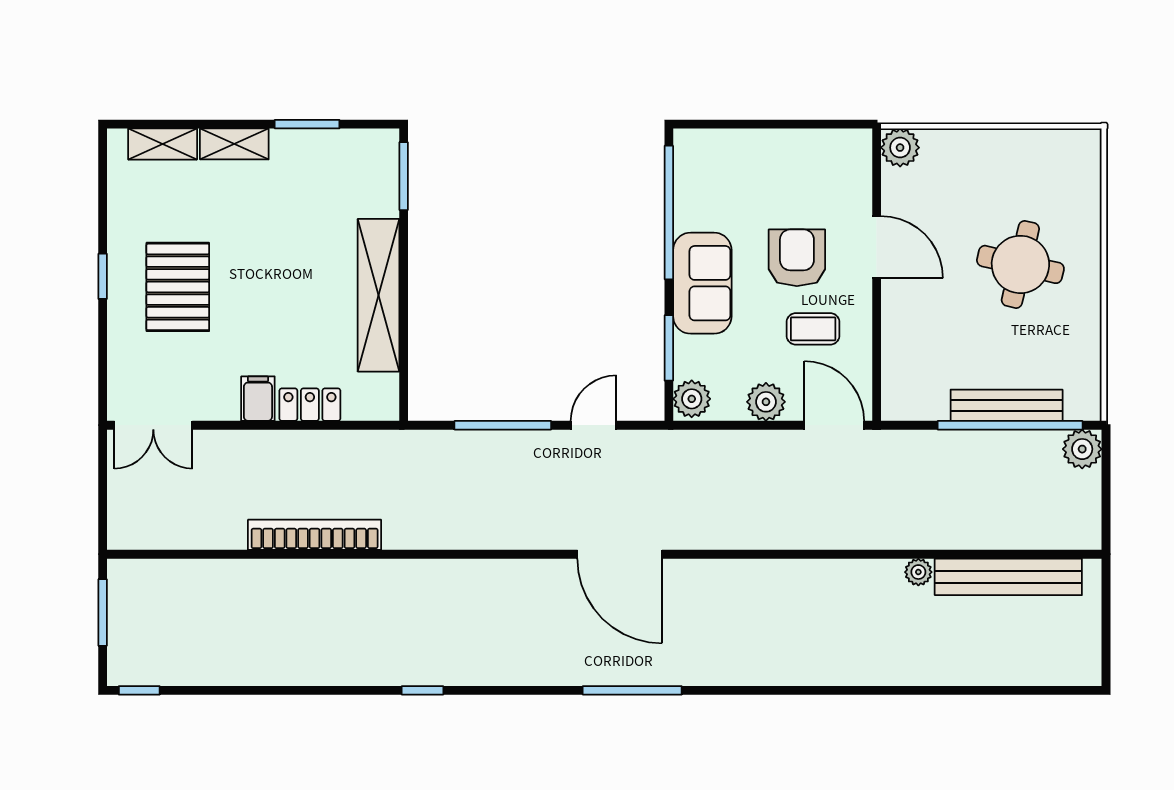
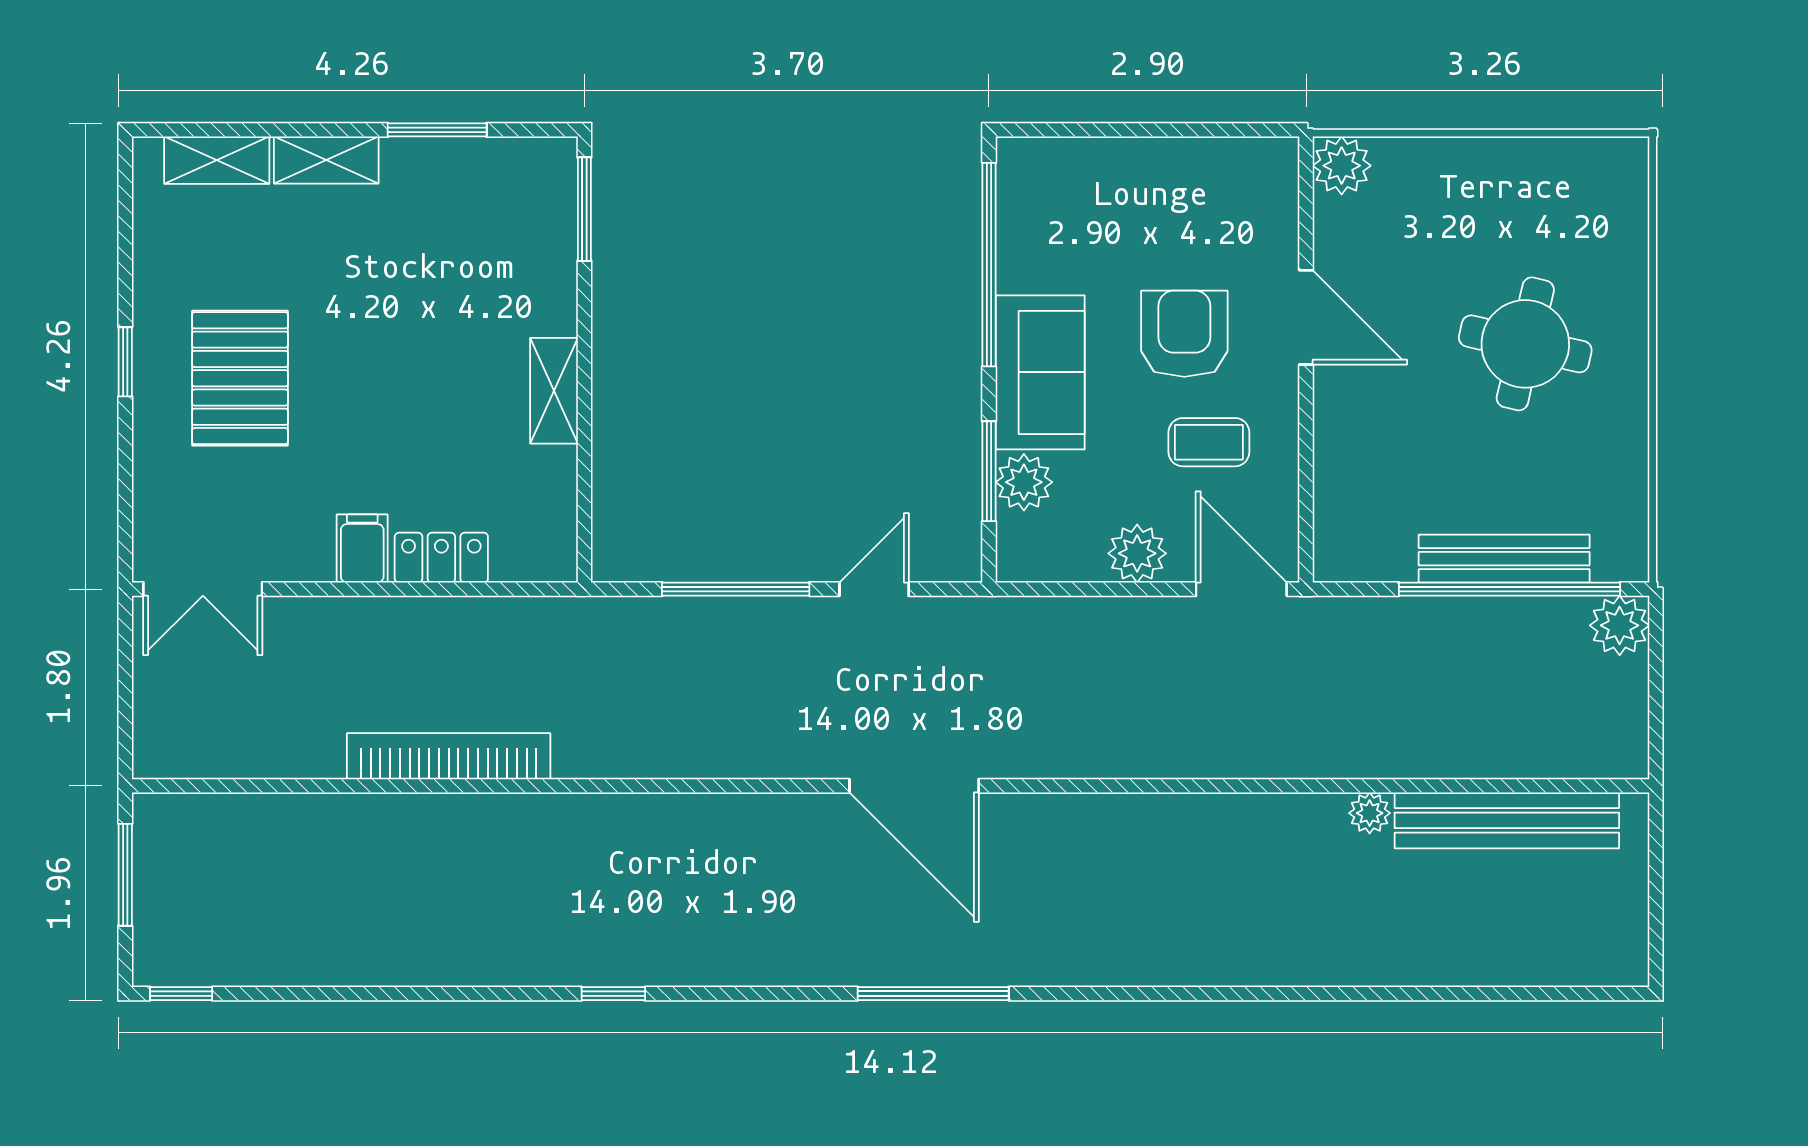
shelving: (379, 295) -> (554, 391), width x0.45, depth x0.75
plant: (692, 399) -> (1024, 482), moved

